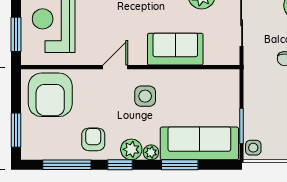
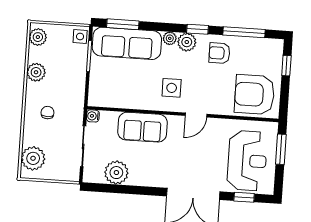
water cooler: (233, 58) -> (93, 116), added
armchair: (50, 95) -> (254, 95), turned -90
window: (16, 130) -> (286, 66), width x0.67
armchair: (93, 139) -> (219, 53), turned 90
window: (180, 165) -> (123, 24), moved

